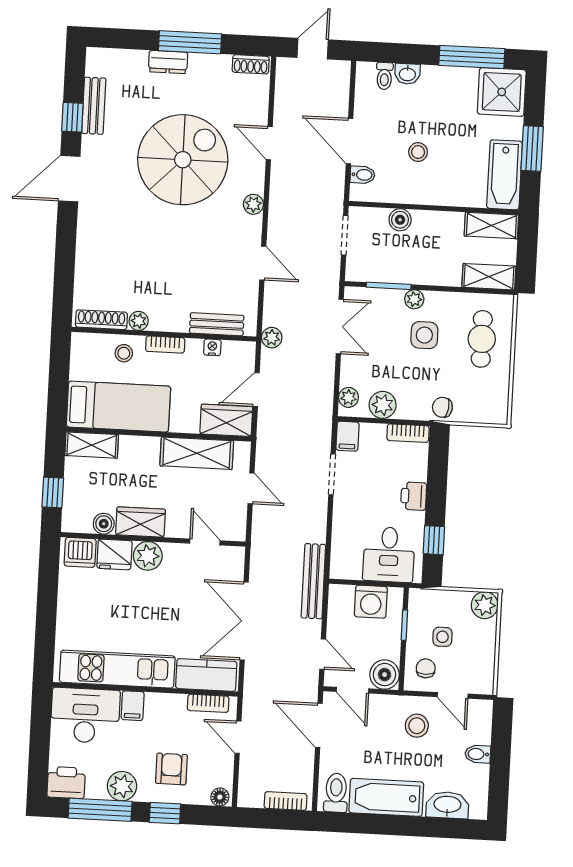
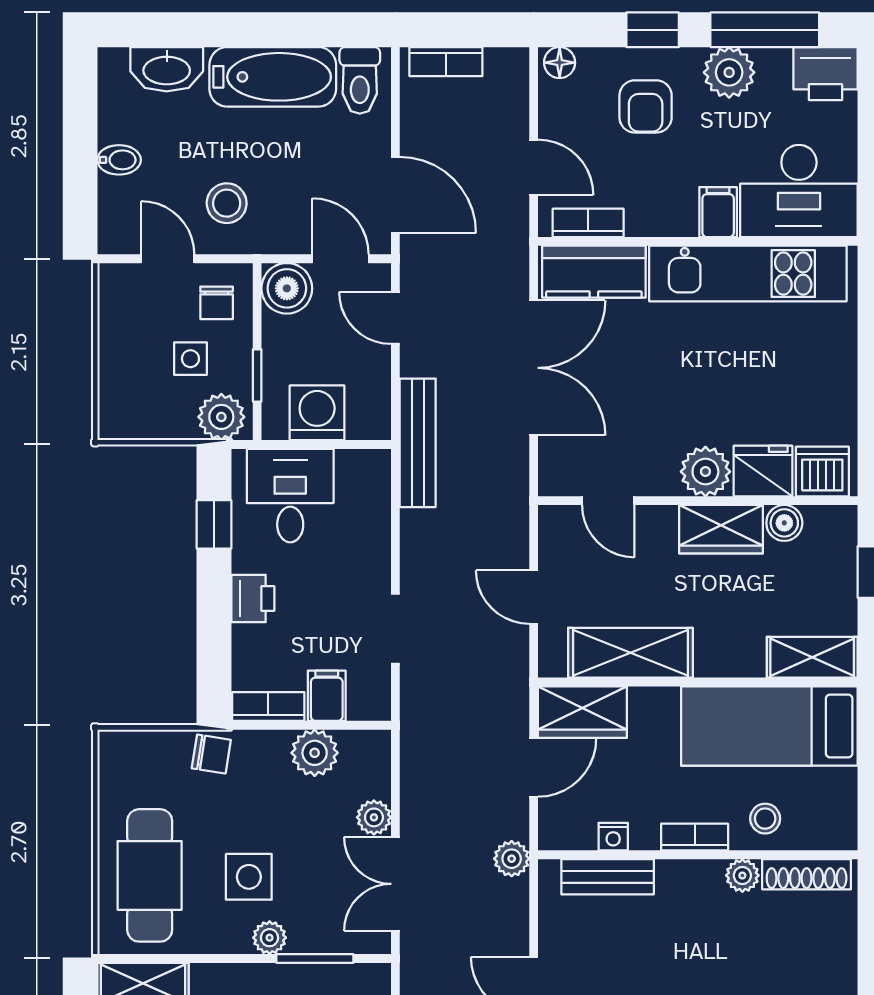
cafe table: (482, 339) -> (150, 875), width x1.37, depth x1.35
plant: (348, 397) -> (374, 817), moved
filing cabinet: (347, 436) -> (327, 696), moved
plant: (485, 605) -> (221, 417), moved

